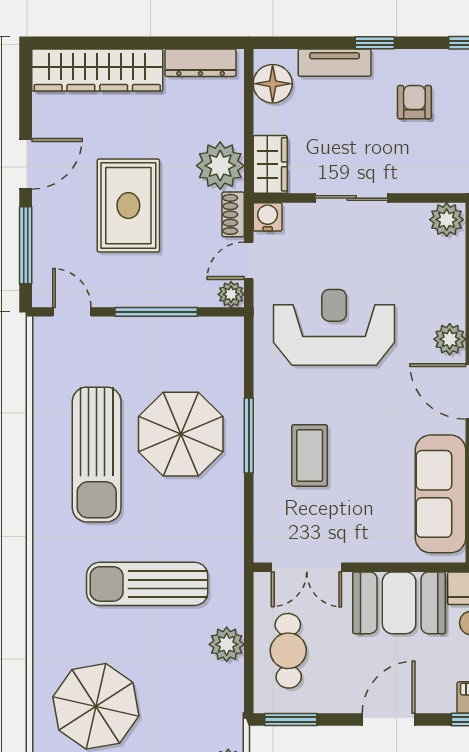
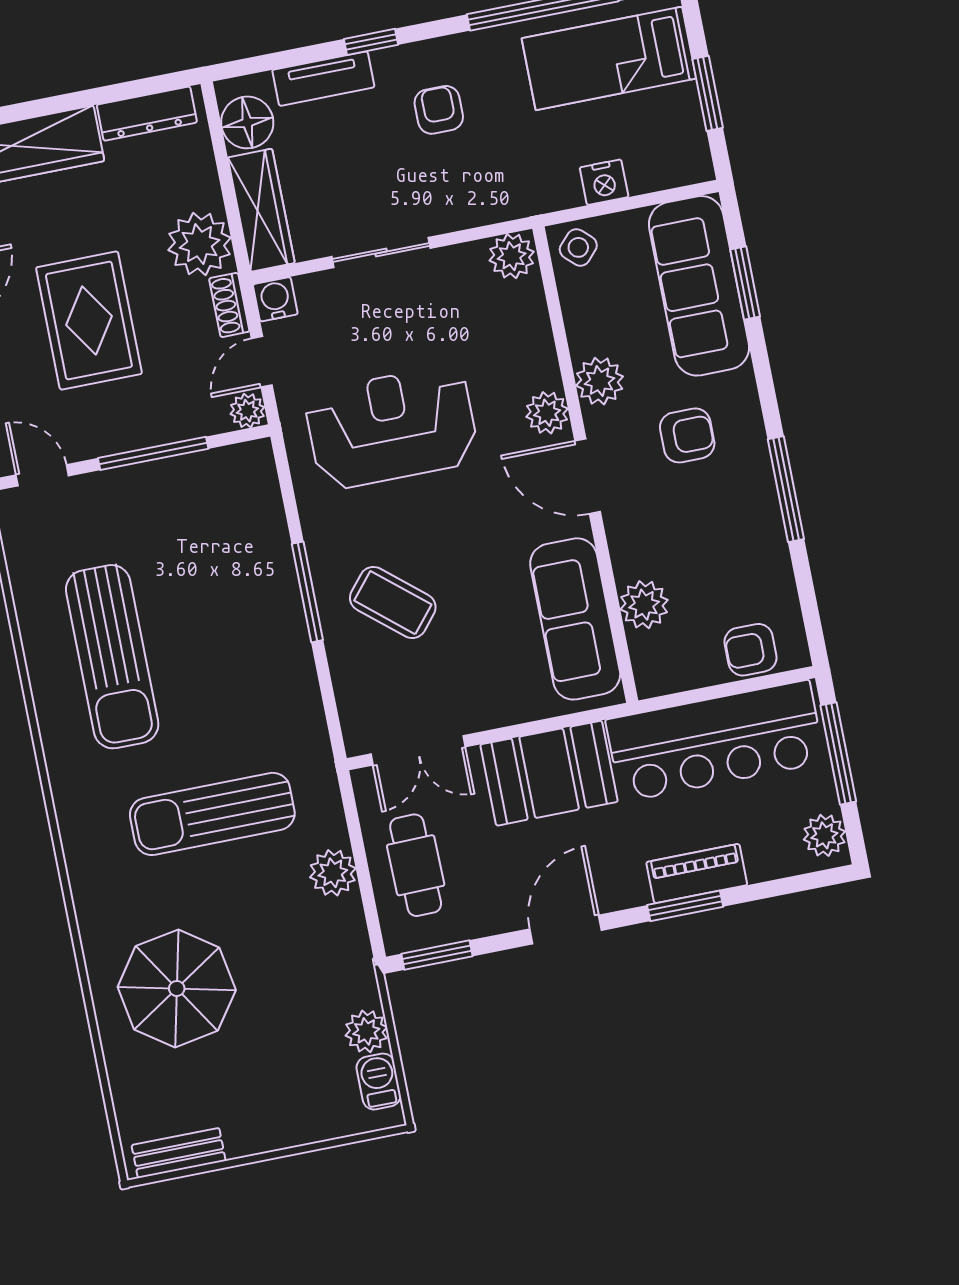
wardrobe: (270, 164) -> (261, 210), width x1.50
parasol: (181, 434) -> (218, 608), removed
coffee table: (310, 456) -> (393, 603), turned -50

